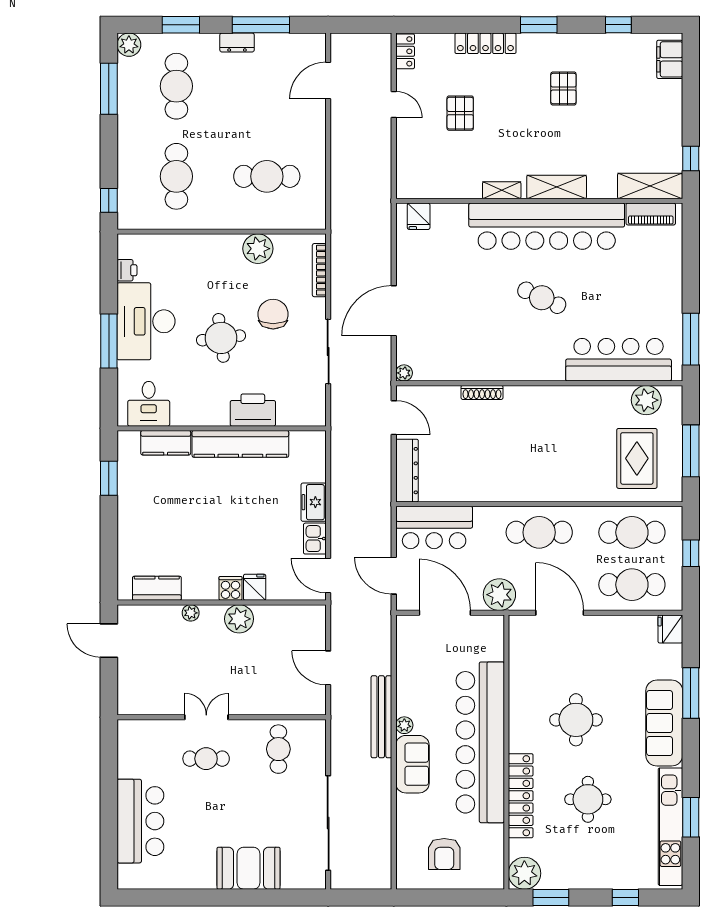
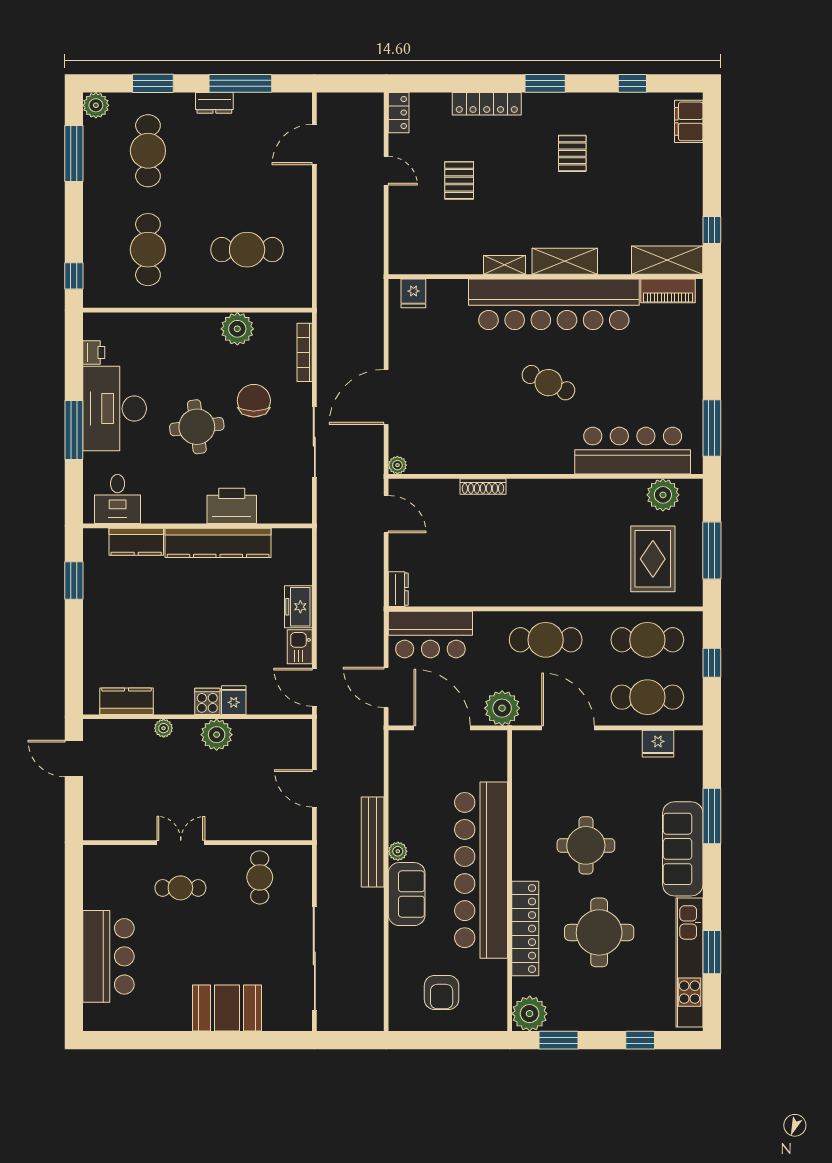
dresser: (407, 471) -> (398, 589), width x0.51, depth x0.80
fridge: (670, 629) -> (658, 744), moved, turned -90
round table: (588, 799) -> (599, 932), width x1.36, depth x1.36

